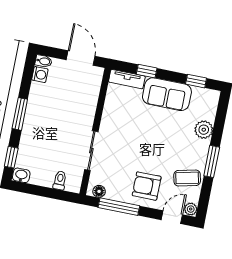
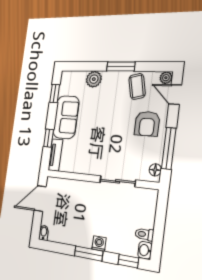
washing machine: (40, 75) -> (99, 243), moved
toilet: (60, 180) -> (144, 234), moved

